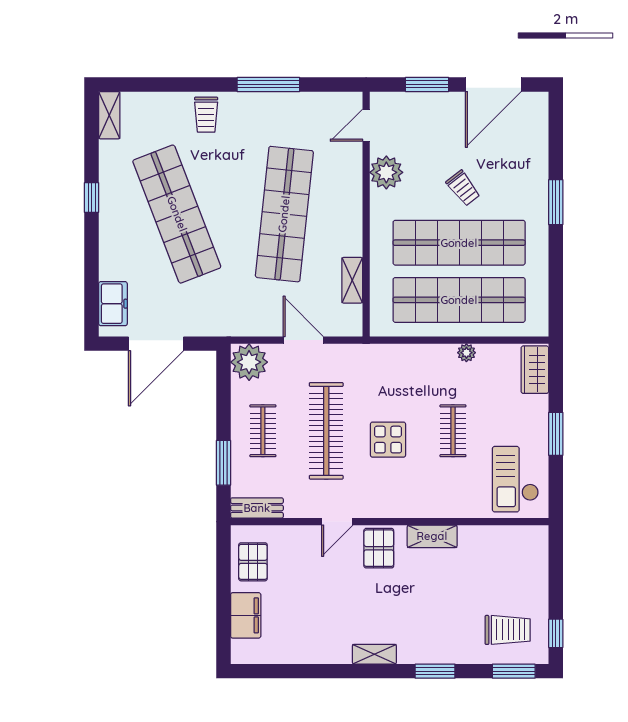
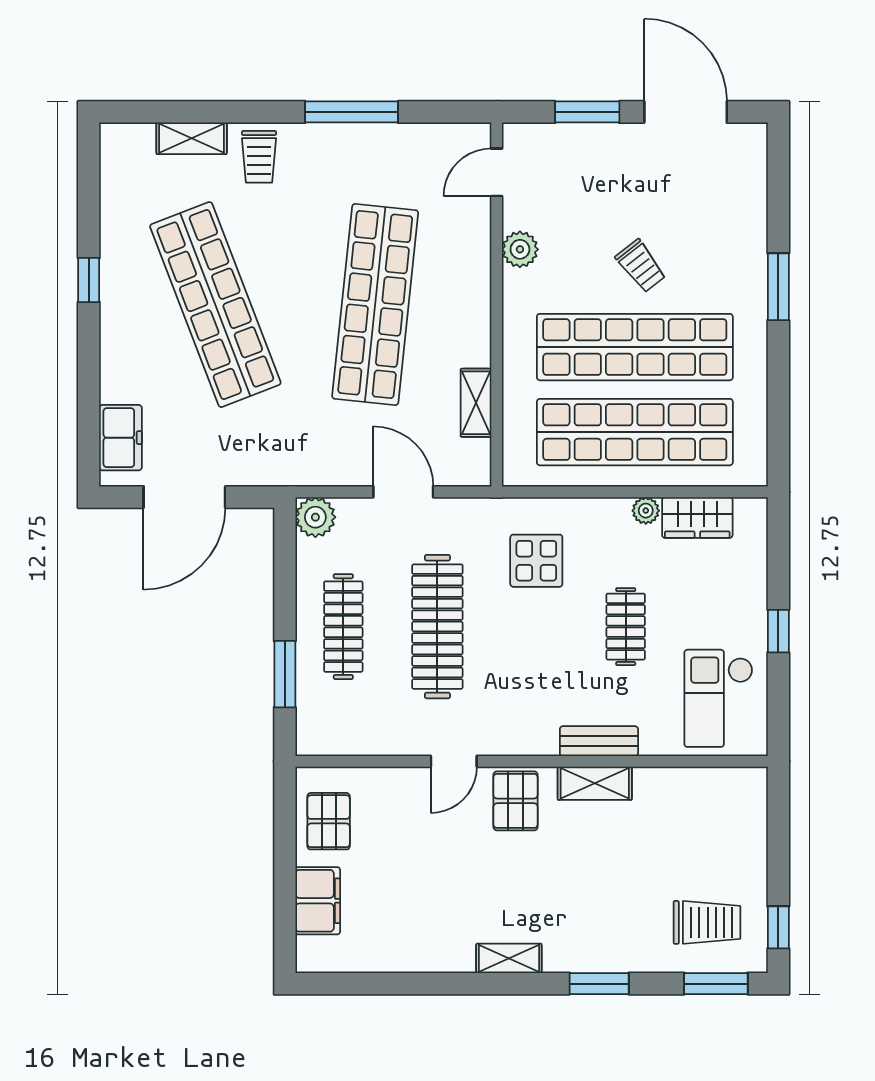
door: (493, 84) -> (686, 112), swing flipped
shelving: (109, 115) -> (192, 138), moved, turned 90
plant: (386, 172) -> (520, 249), width x0.73, depth x0.73
plant: (249, 362) -> (315, 517), width x0.73, depth x0.73
wardrobe: (535, 370) -> (697, 517), moved, turned -90
clothes rail: (263, 431) -> (343, 627), width x1.36
window: (556, 434) -> (778, 631), width x0.67
display table: (388, 440) -> (536, 561), moved
bench: (257, 508) -> (599, 741), moved

